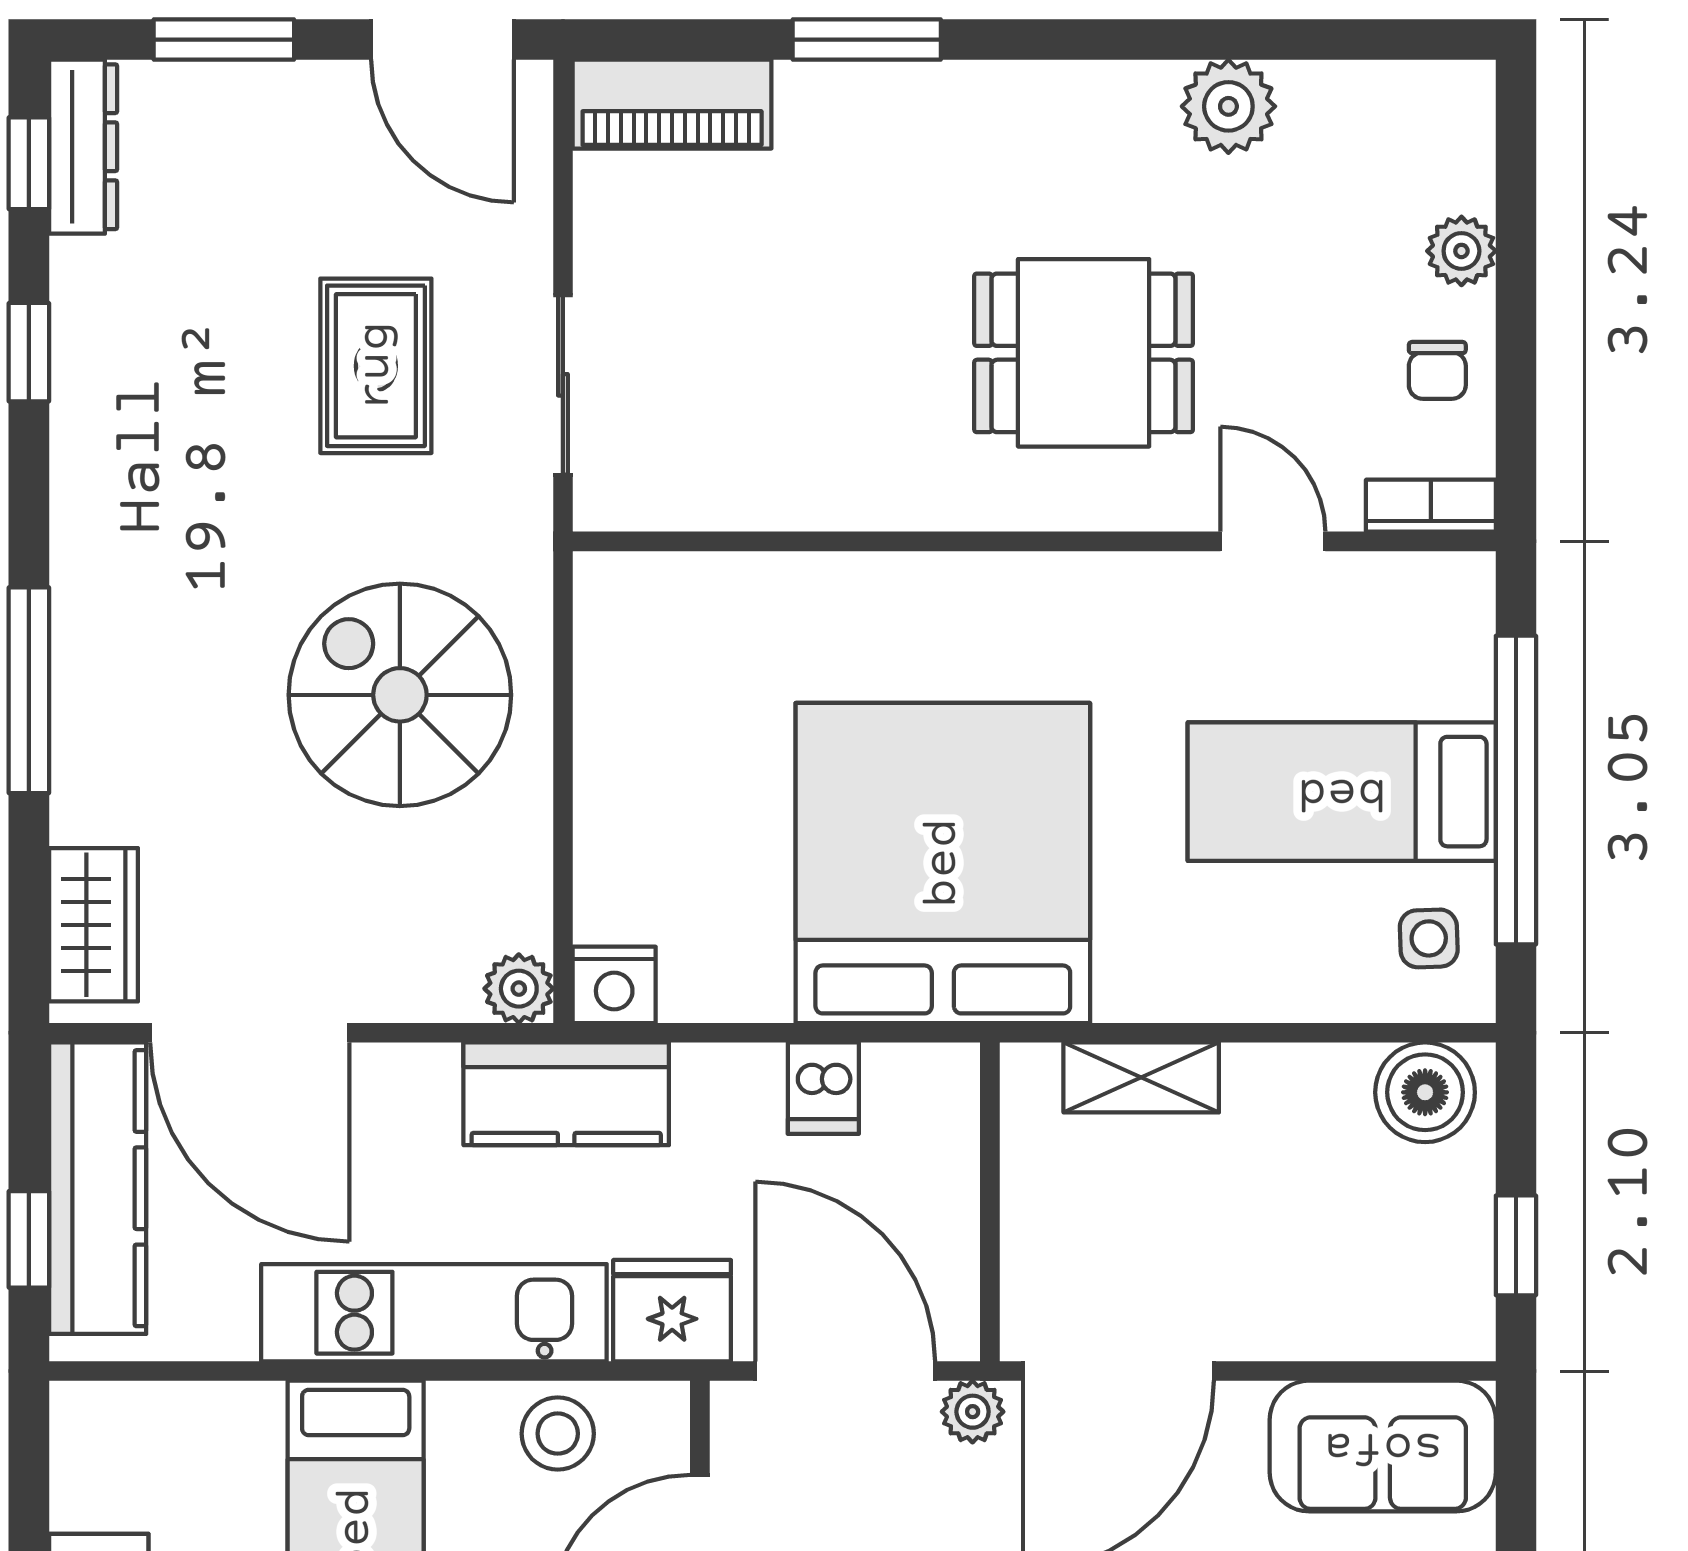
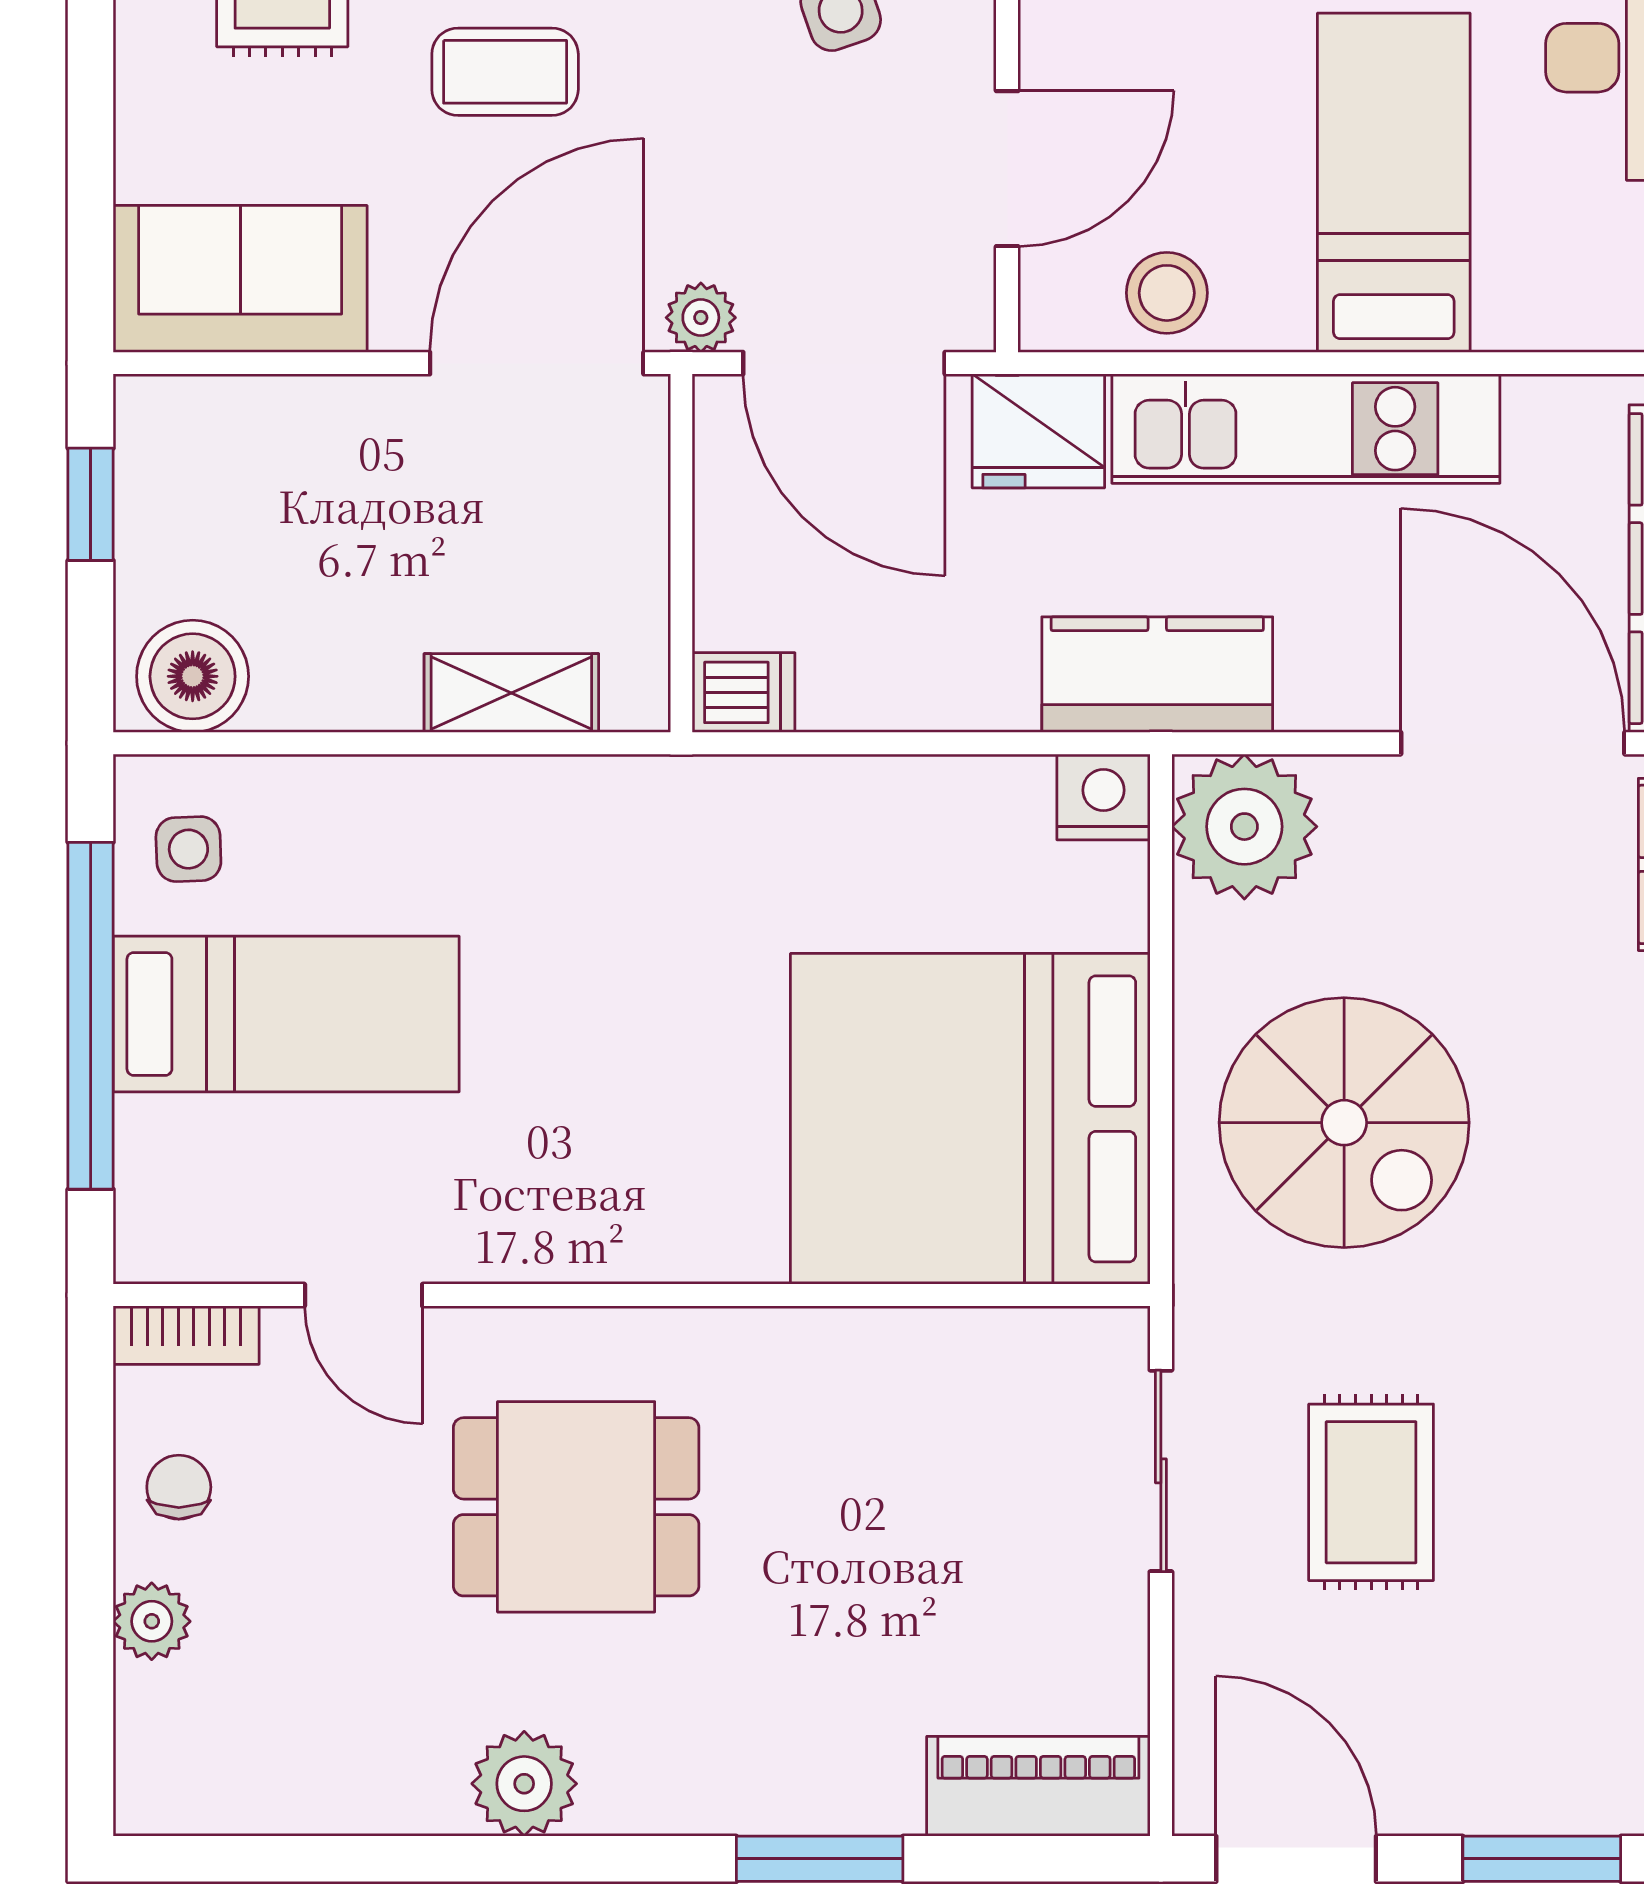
plant: (1228, 106) -> (524, 1784), moved
bed: (943, 863) -> (970, 1119), moved, turned 90
plant: (519, 989) -> (1244, 827), width x1.88, depth x1.88
dishwasher: (823, 1088) -> (744, 692), moved, turned 90

